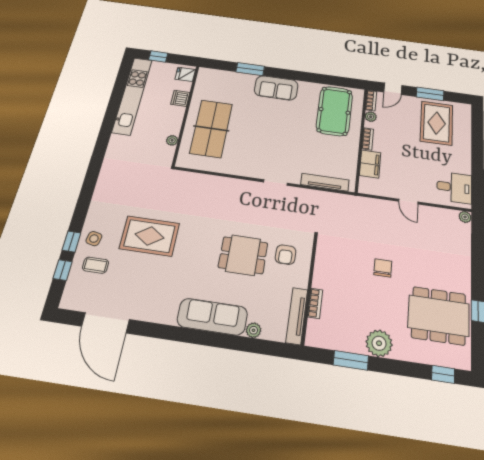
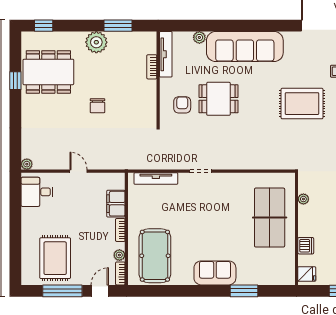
window: (430, 94) -> (62, 291), width x1.44
sofa: (212, 317) -> (245, 47), width x1.36, depth x1.27

